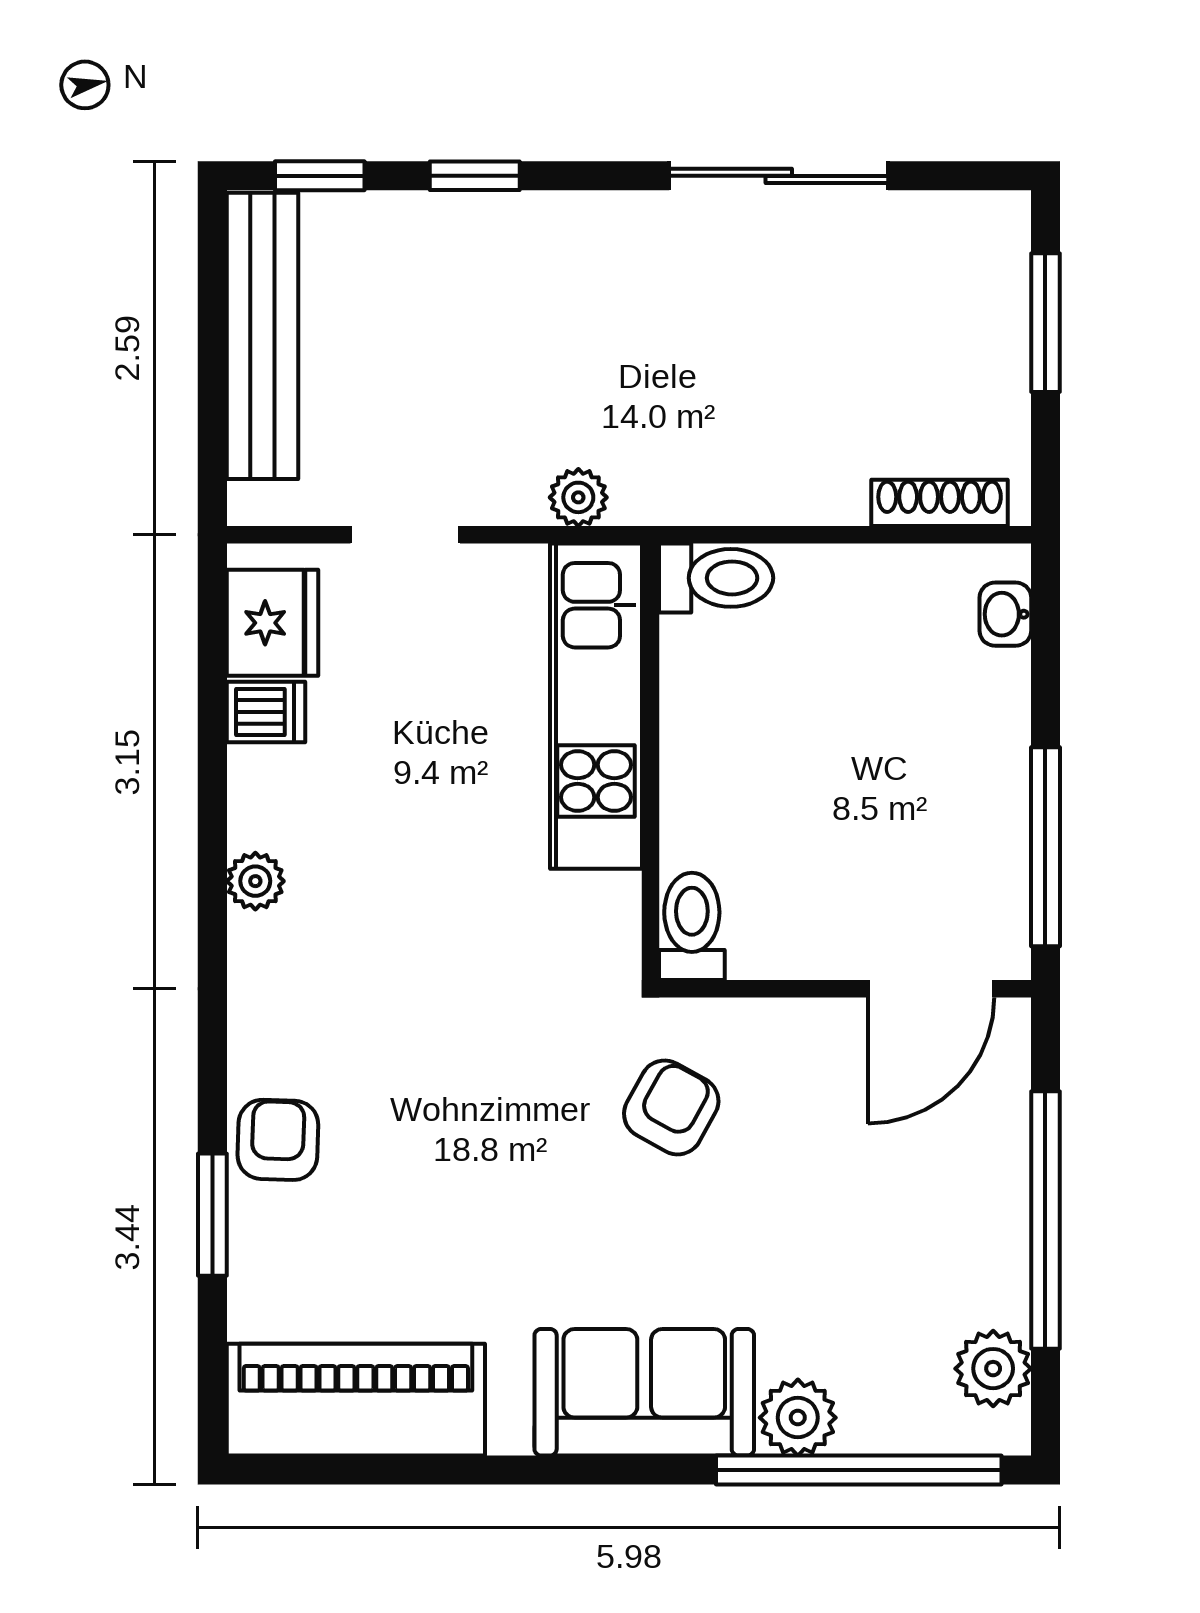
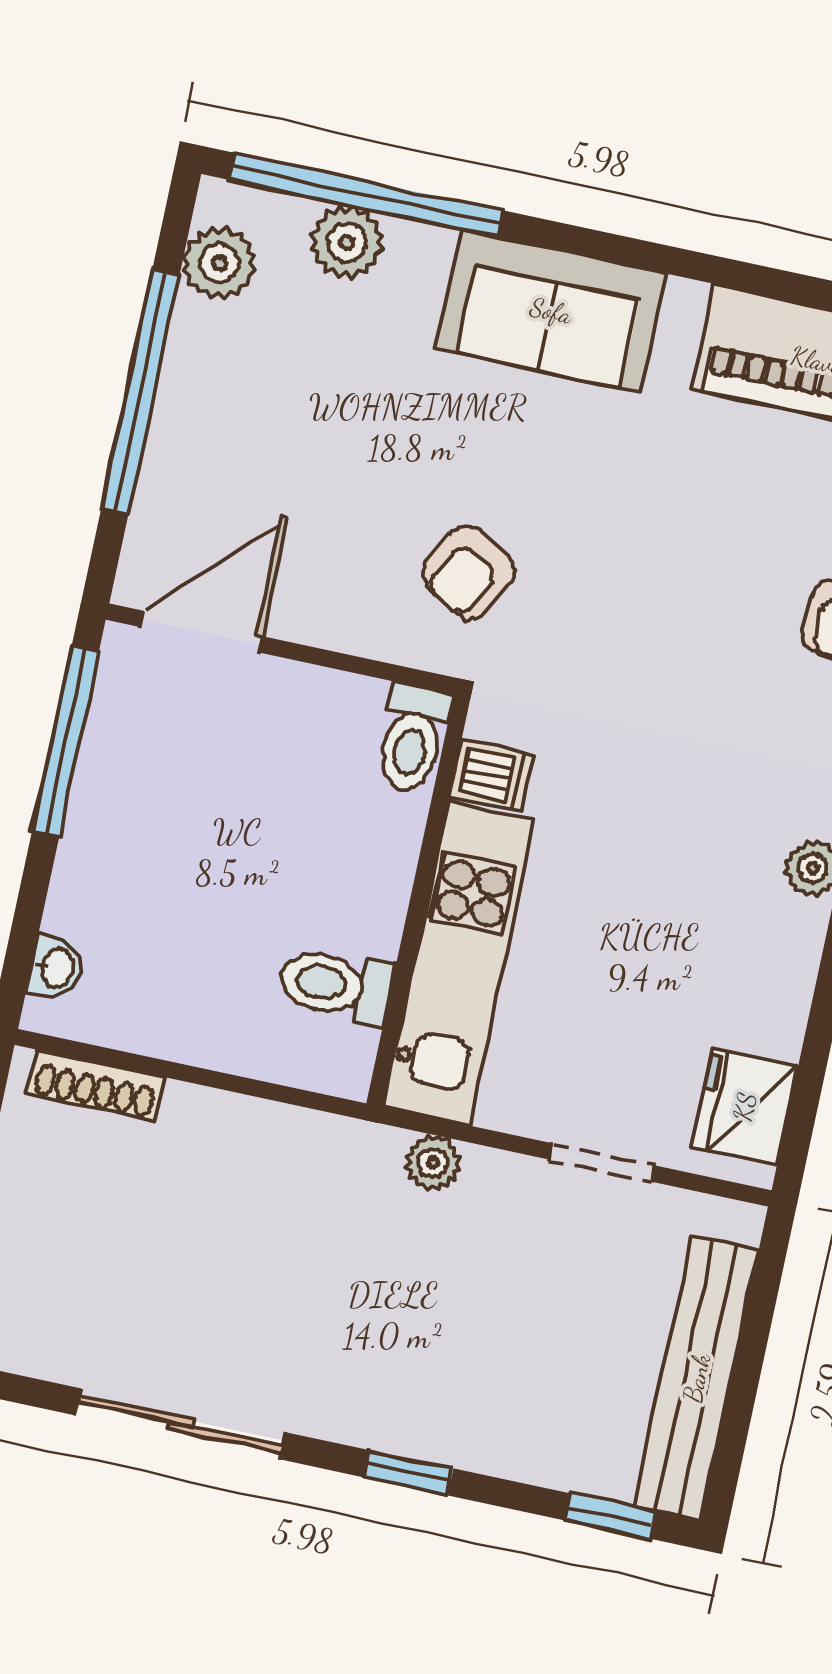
window: (475, 176) -> (408, 1473), moved
toilet: (716, 578) -> (336, 985), moved
dishwasher: (266, 712) -> (492, 776), moved, turned 180
plant: (798, 1418) -> (347, 242), moved

